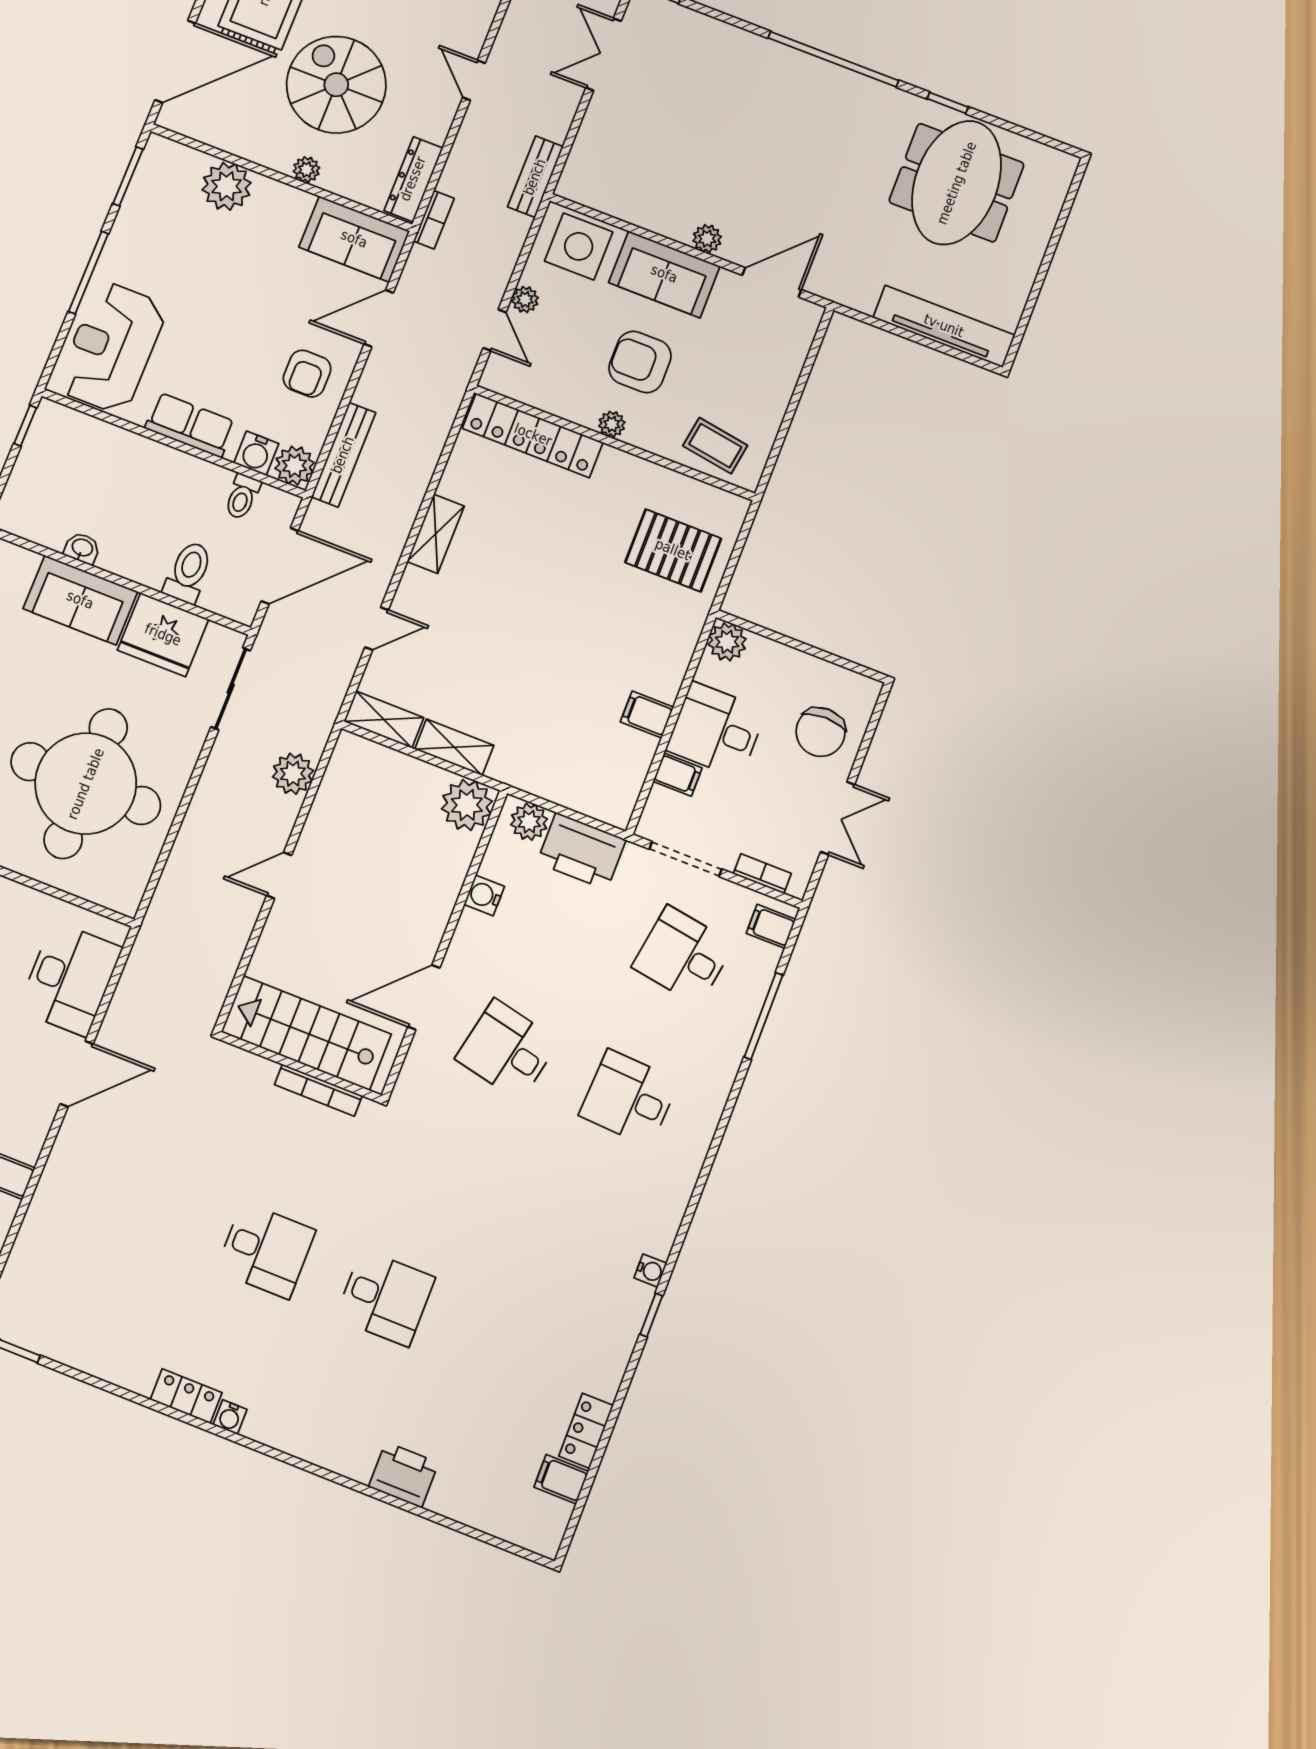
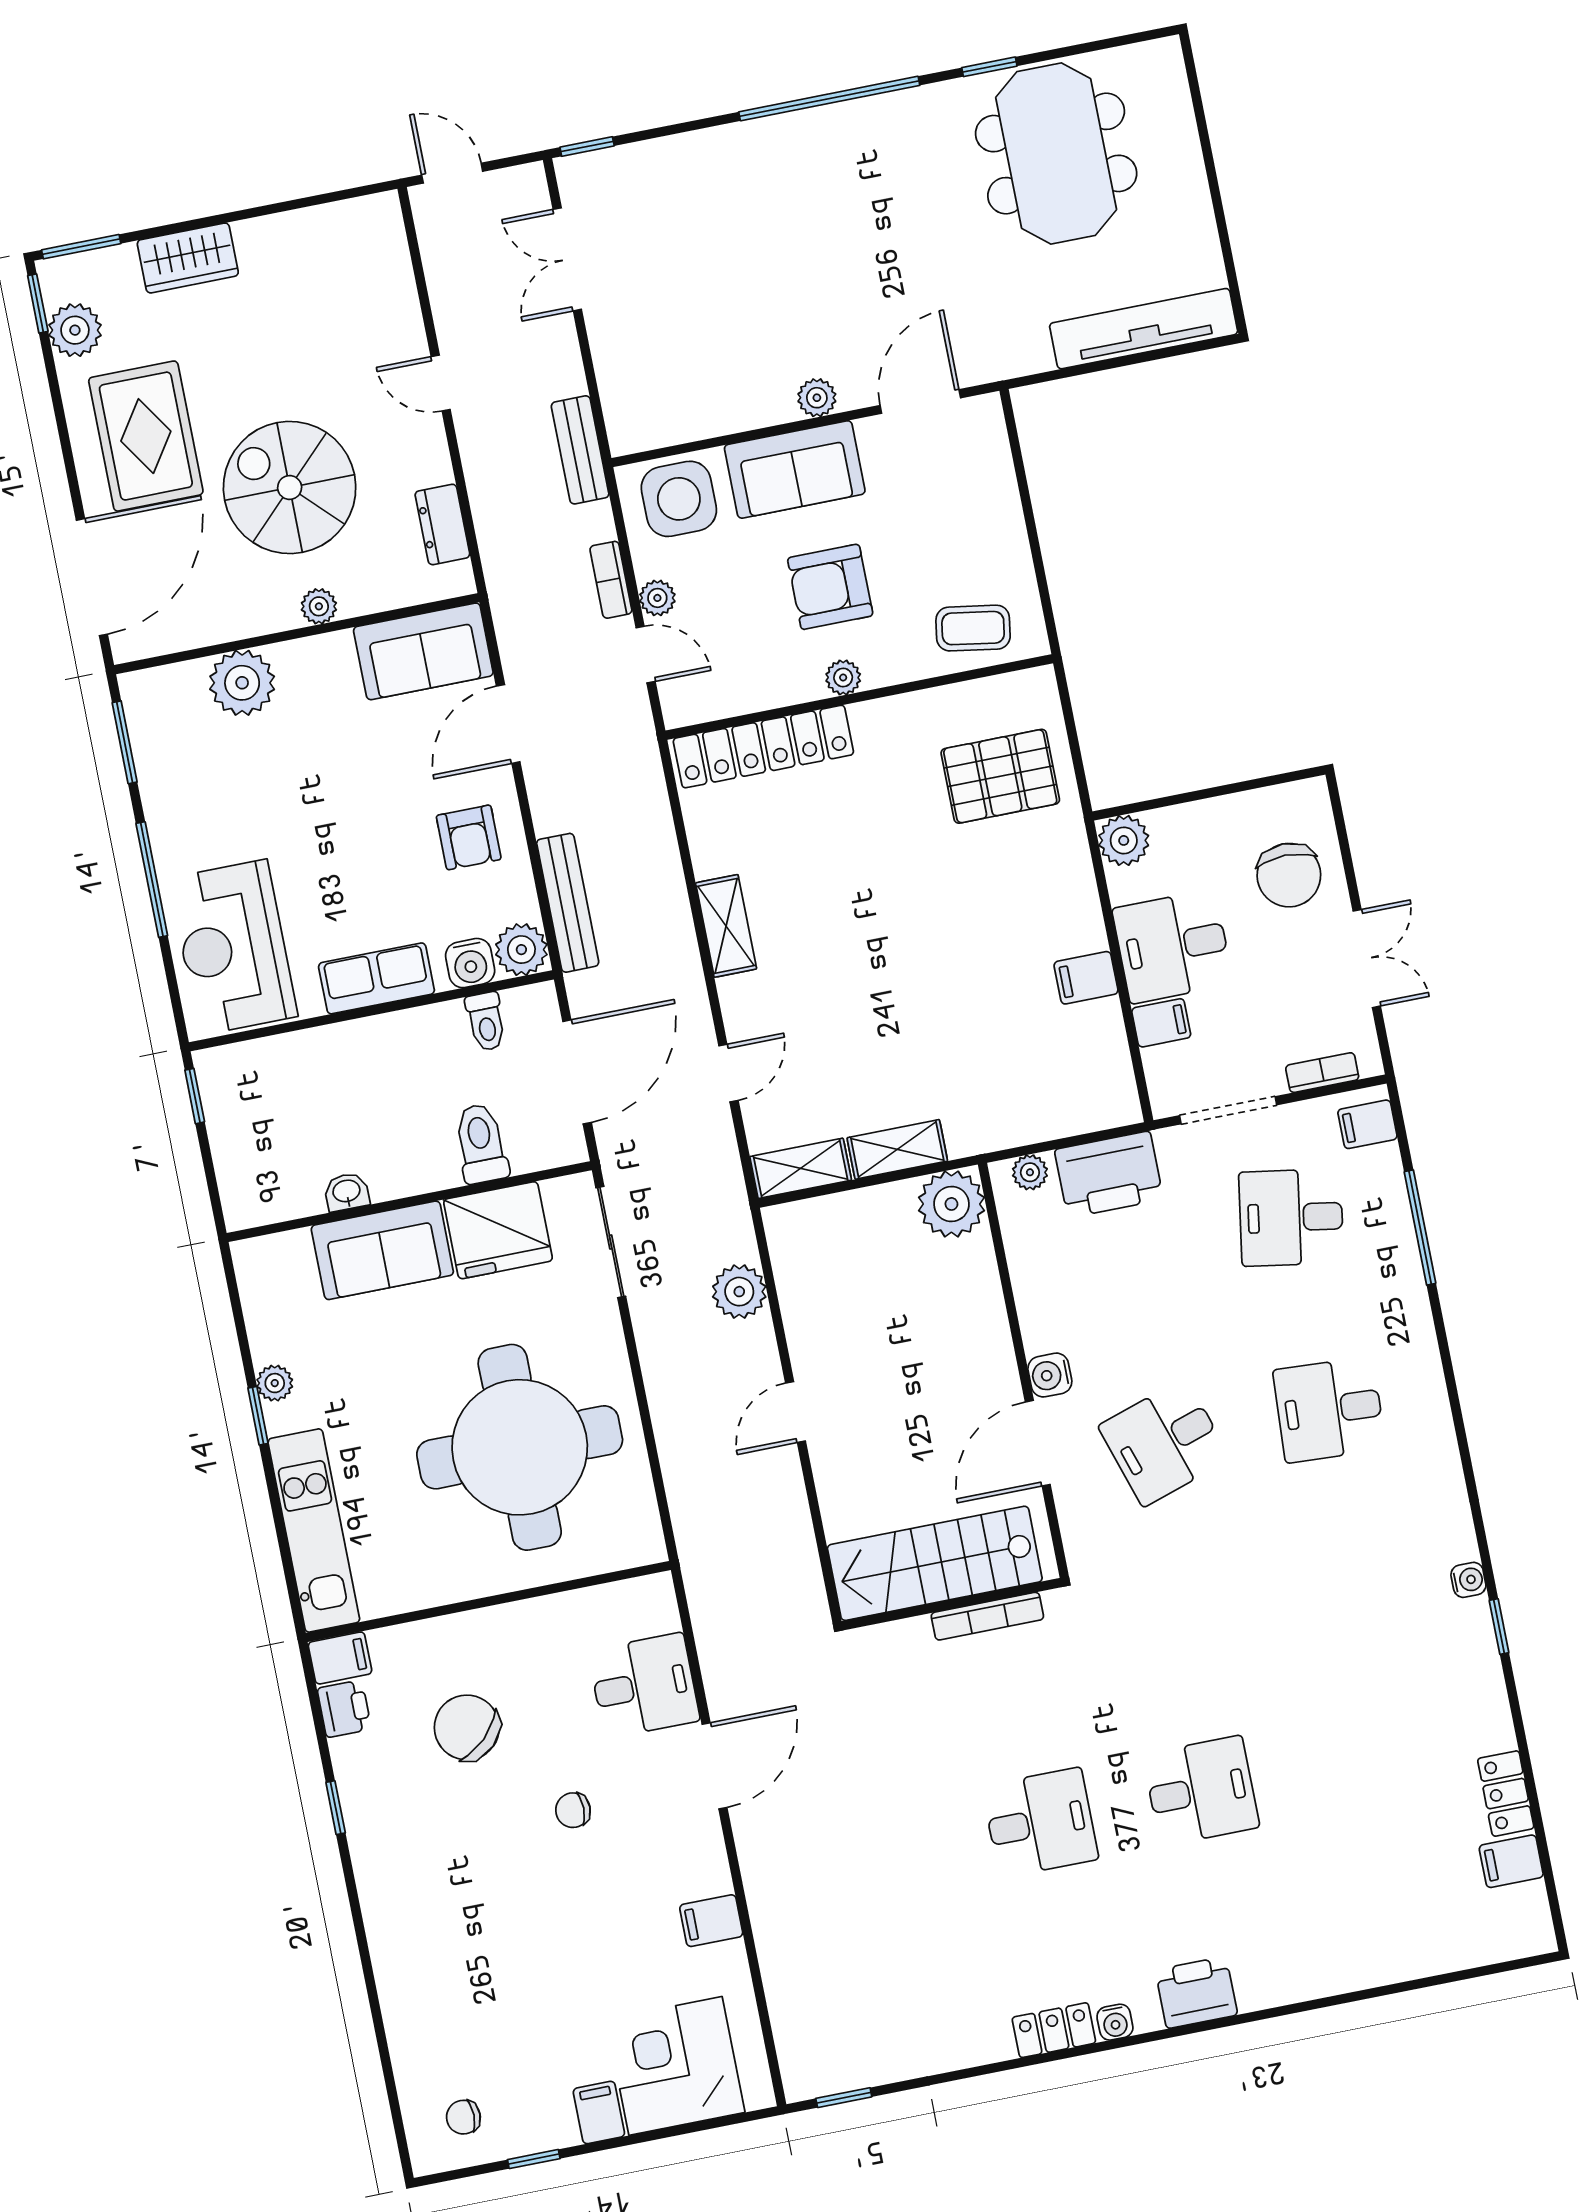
dresser: (413, 179) -> (442, 524), width x0.70
bookcase: (434, 220) -> (611, 580), moved, turned 180
plant: (529, 822) -> (1030, 1172), width x0.73, depth x0.73
water cooler: (484, 895) -> (1050, 1375), moved
desk: (70, 979) -> (644, 1686), width x0.73
desk: (507, 1050) -> (1164, 1442), turned -30
printer: (404, 1475) -> (1196, 1992), moved

